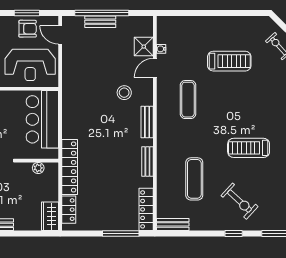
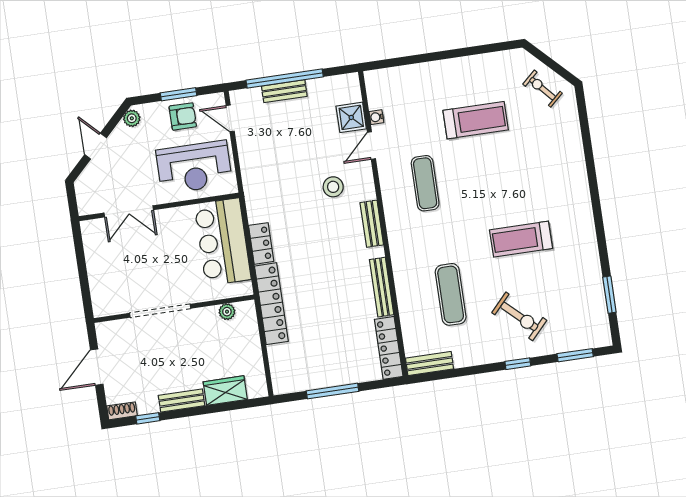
bench: (147, 161) -> (382, 287), width x1.36
locker: (69, 210) -> (261, 243), moved
wardrobe: (50, 216) -> (225, 391), moved, turned 90
window: (121, 234) -> (332, 391), moved

